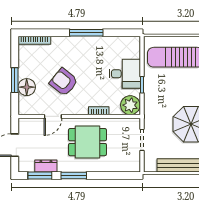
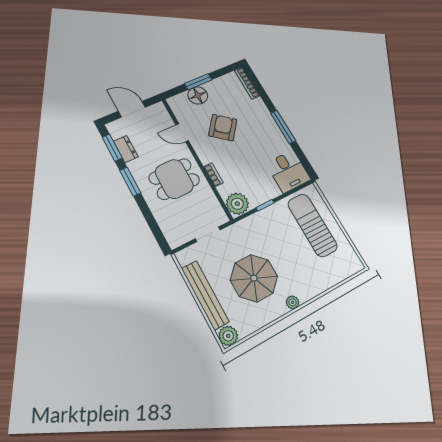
desk: (125, 74) -> (288, 171), moved
dining table: (87, 142) -> (174, 179), turned 90

